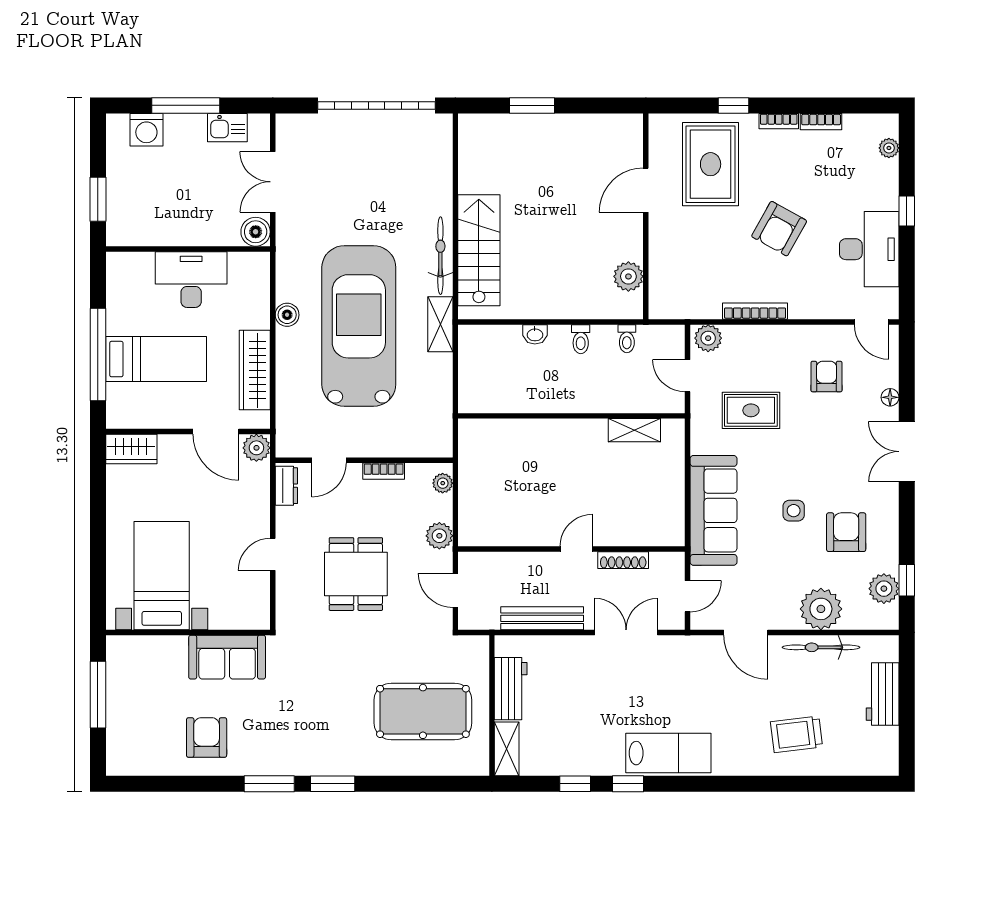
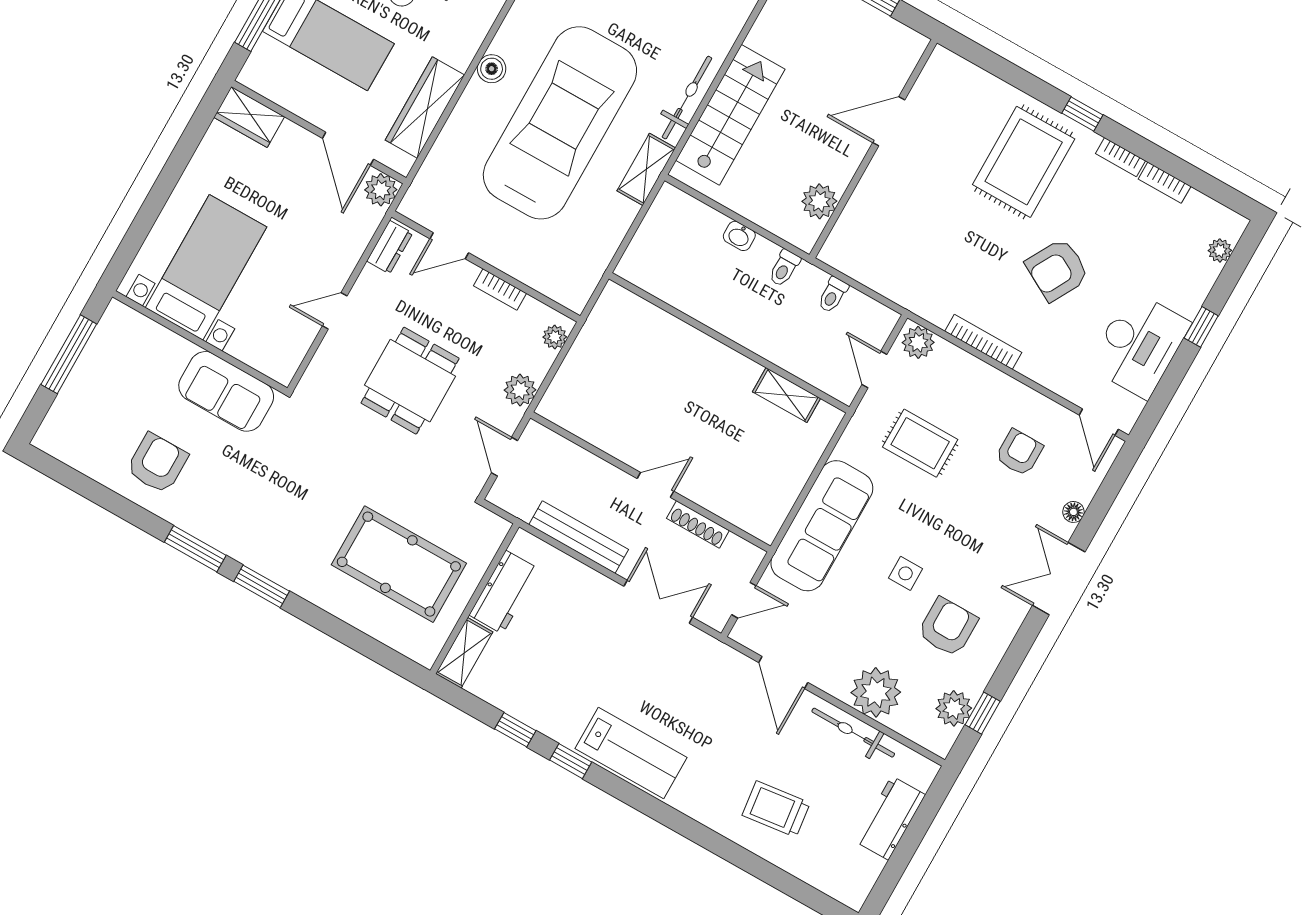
door: (646, 190) -> (889, 121), moved
wall: (646, 216) -> (873, 149), moved
plant: (628, 276) -> (819, 201), moved

